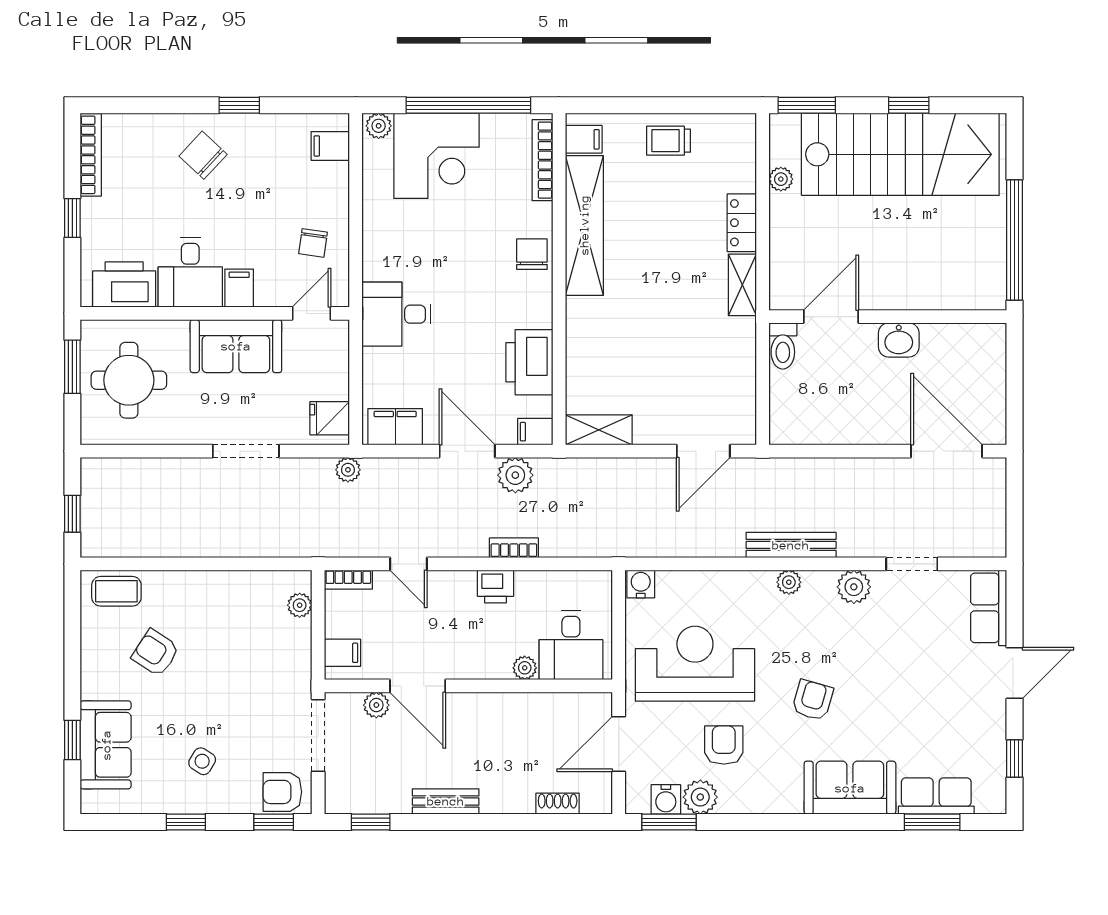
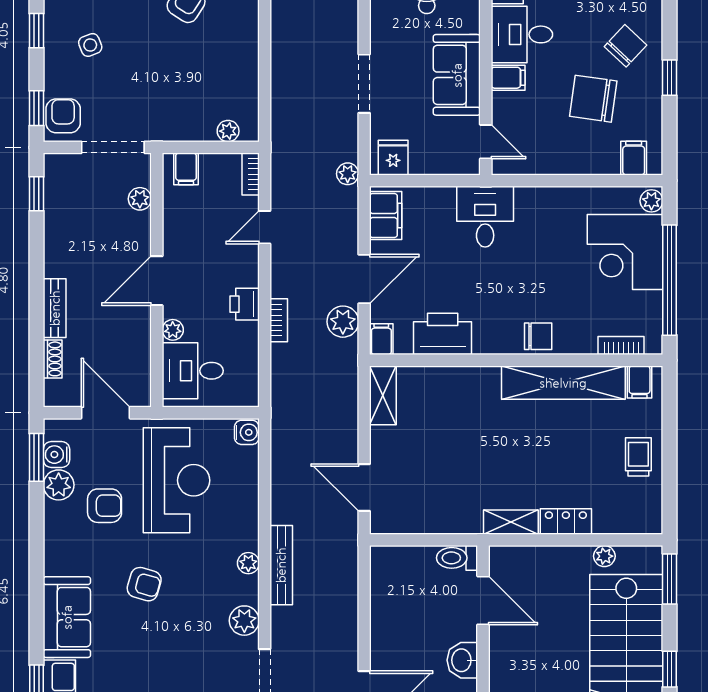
bookcase: (542, 160) -> (621, 346), width x0.64
chair: (313, 243) -> (593, 99), moved, width x1.87, depth x1.87
door: (418, 686) -> (157, 281), moved
side table: (202, 761) -> (90, 45), turned 37
bench: (446, 801) -> (55, 308), moved

